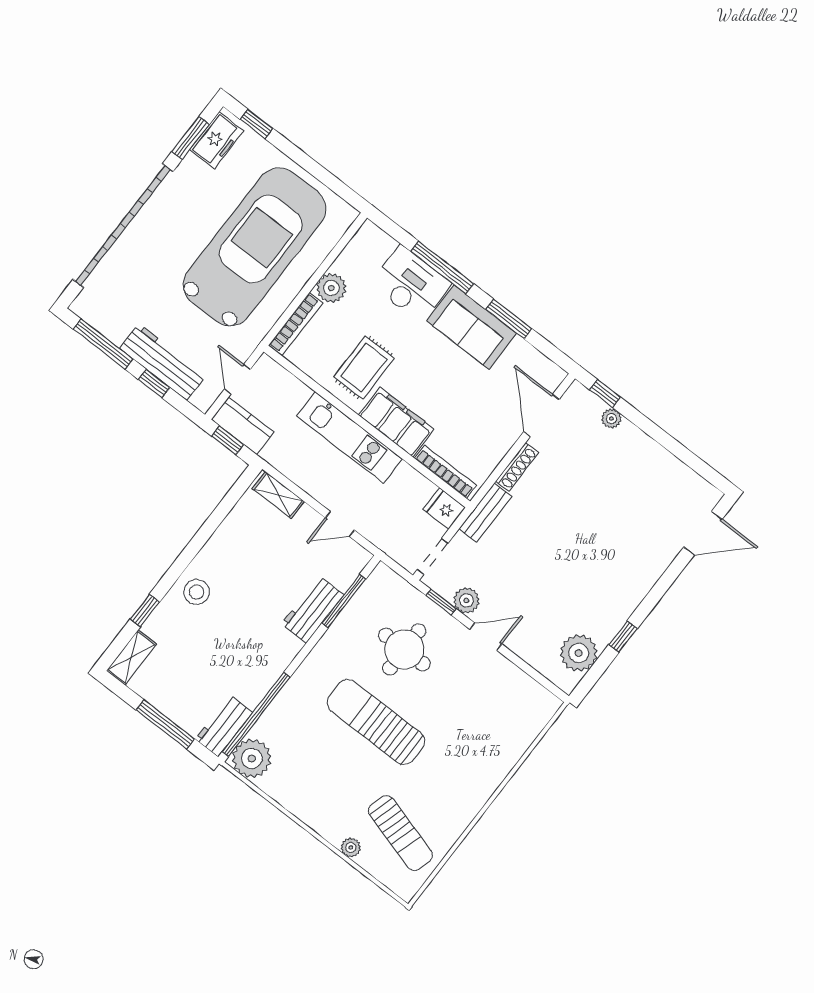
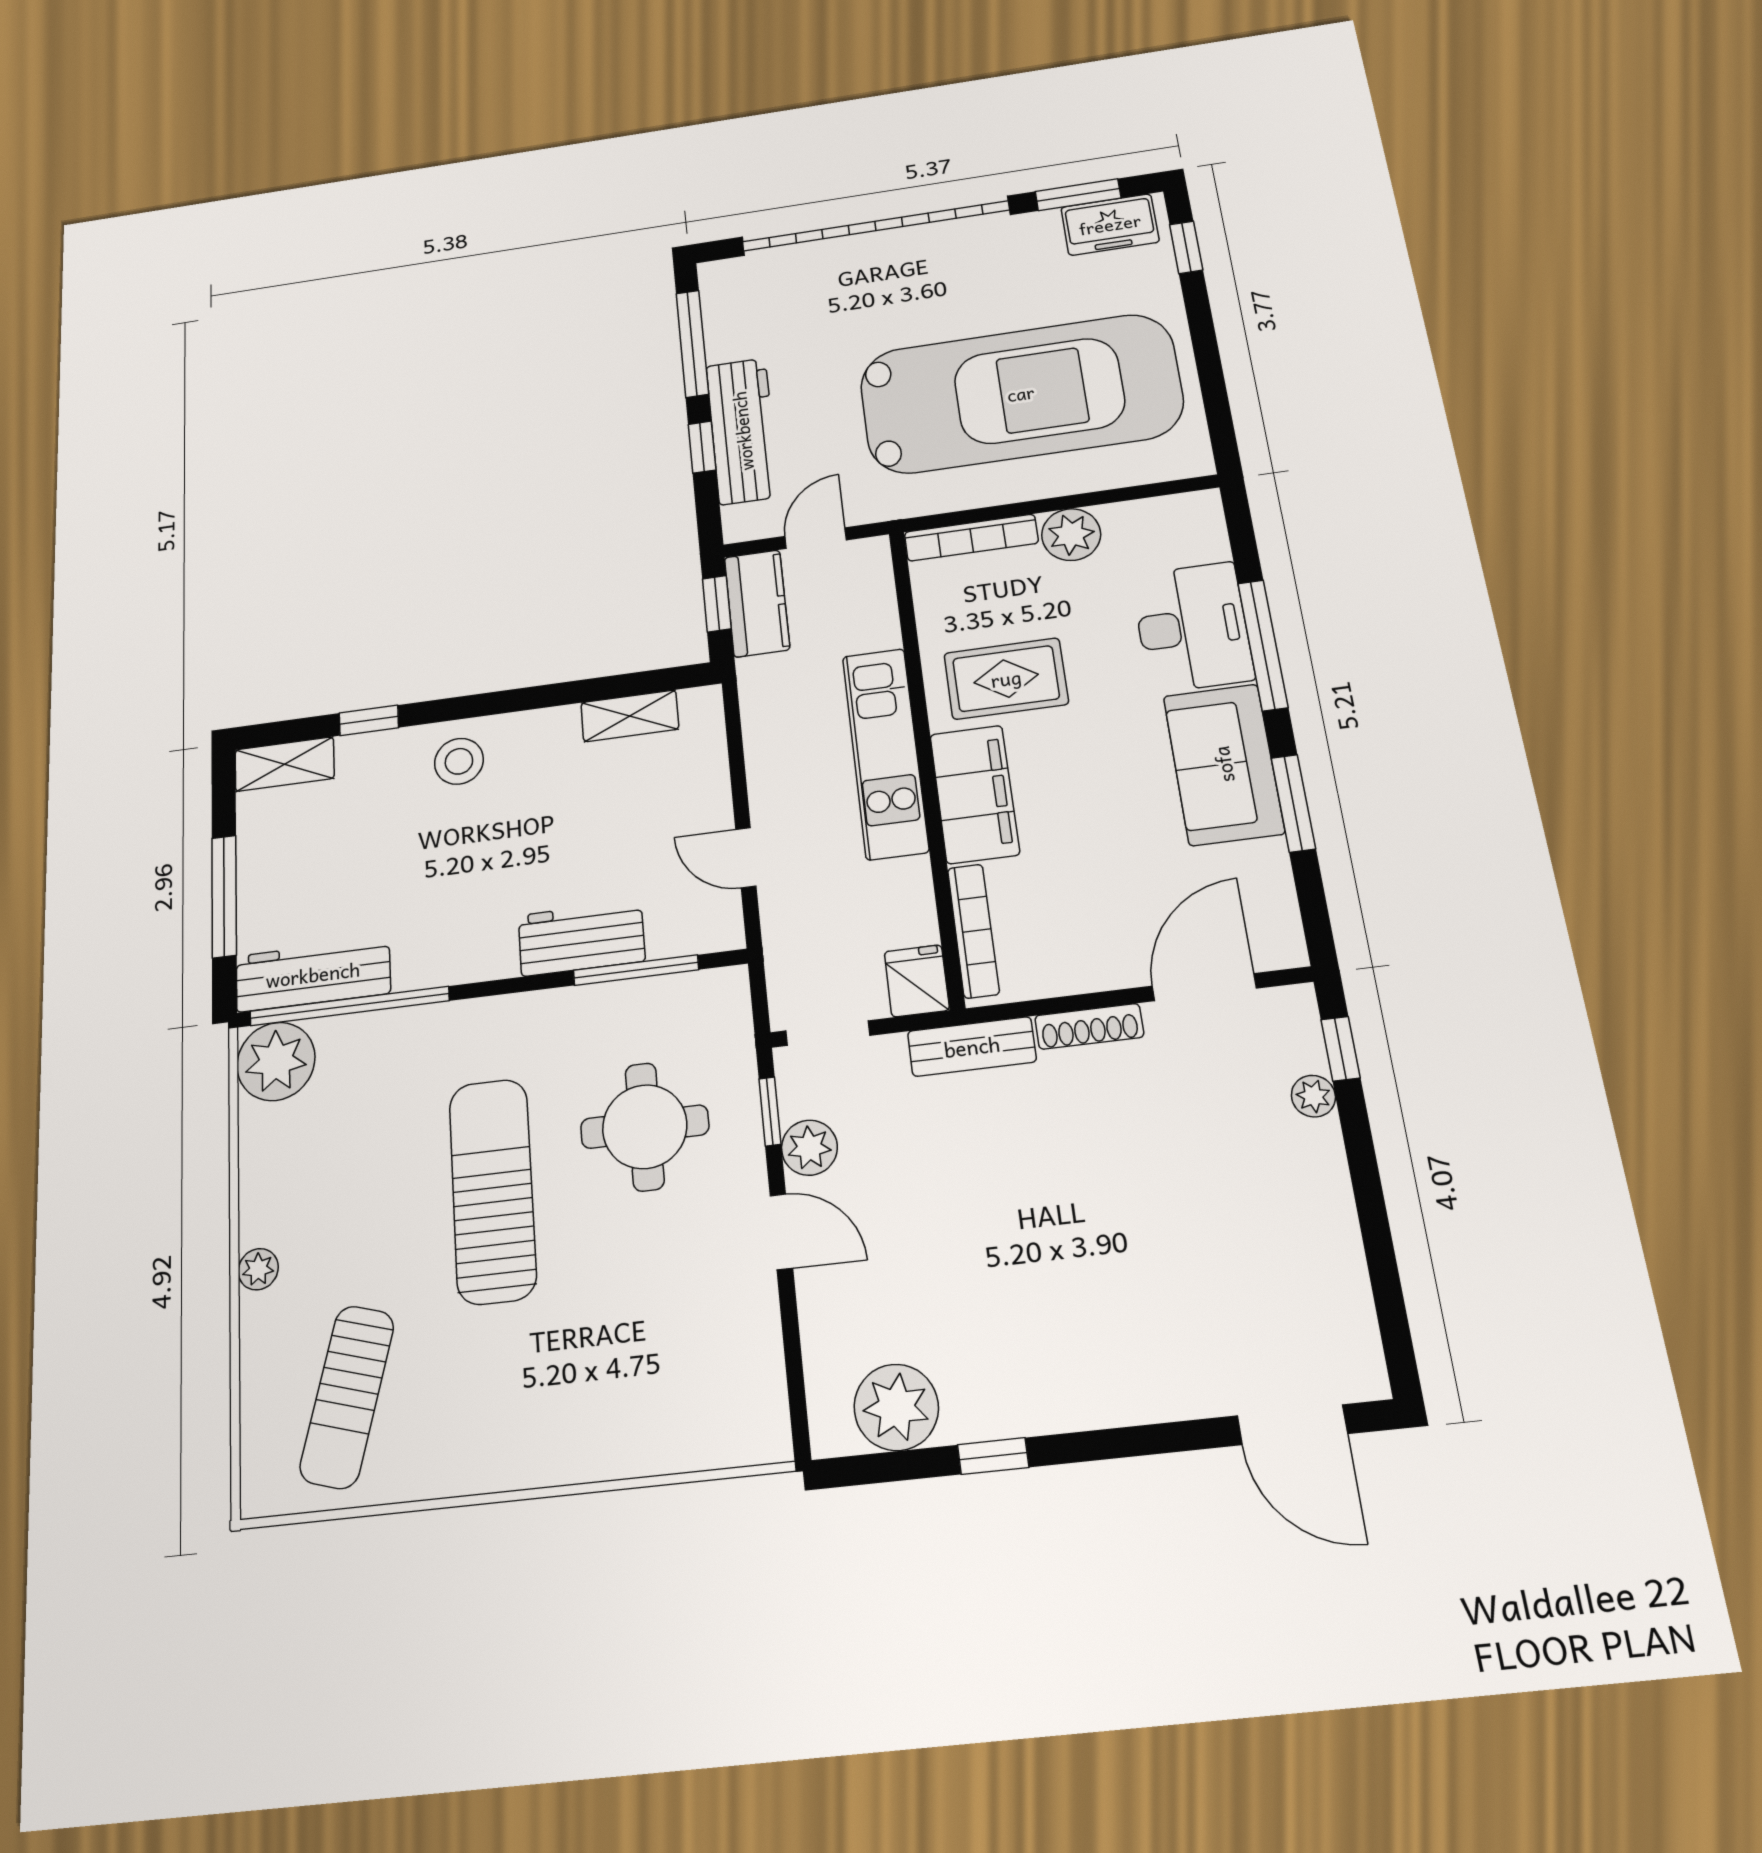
shelving: (278, 495) -> (630, 716), moved, turned 90
workbench: (224, 726) -> (313, 975), width x1.38
plant: (351, 847) -> (258, 1269), moved

